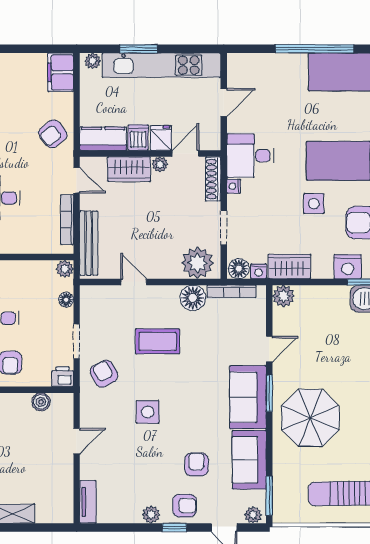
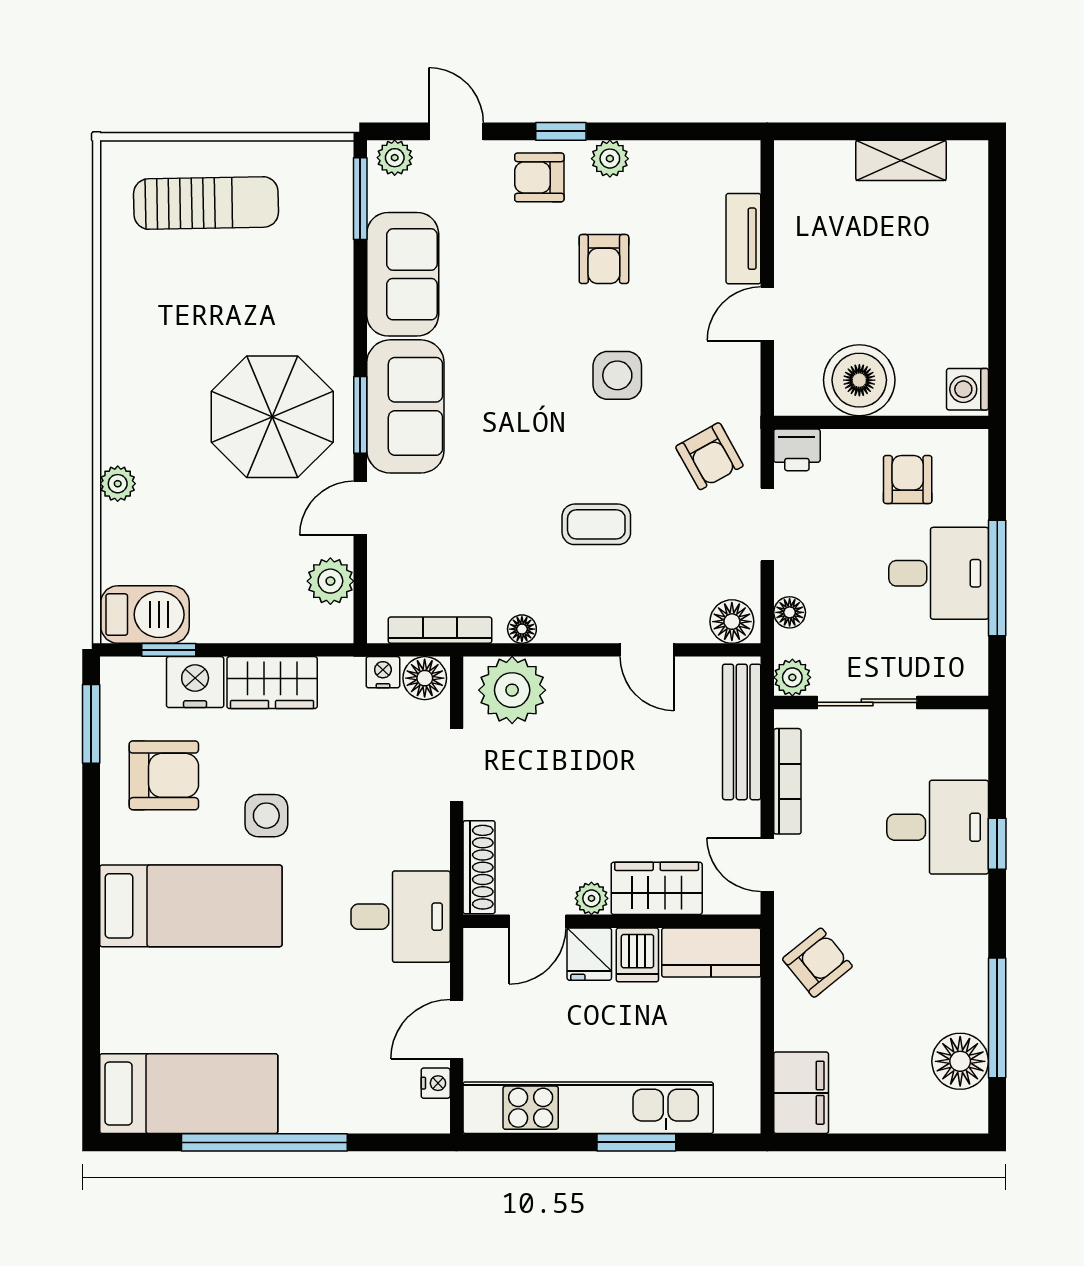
plant: (93, 61) -> (733, 1117), removed
nightstand: (234, 186) -> (436, 1083), moved
sliding door: (29, 257) -> (867, 702), added
wardrobe: (289, 266) -> (272, 683), moved
floor lamp: (93, 295) -> (732, 622), added
plant: (283, 296) -> (330, 581), moved
floor lamp: (193, 298) -> (522, 629), width x0.53, depth x0.53
coffee table: (158, 341) -> (596, 524), width x0.73, depth x0.77
boiler: (41, 402) -> (859, 380), width x1.86, depth x1.86
parasol: (310, 418) -> (272, 417), moved
armchair: (196, 464) -> (604, 259), moved
tv unit: (88, 502) -> (743, 239), moved

